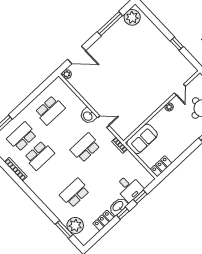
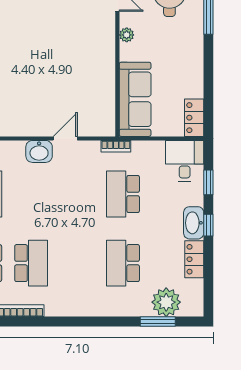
sofa: (142, 139) -> (135, 99), width x1.36
school desk: (85, 148) -> (123, 194), moved
desk: (129, 188) -> (185, 161), moved, turned -90

